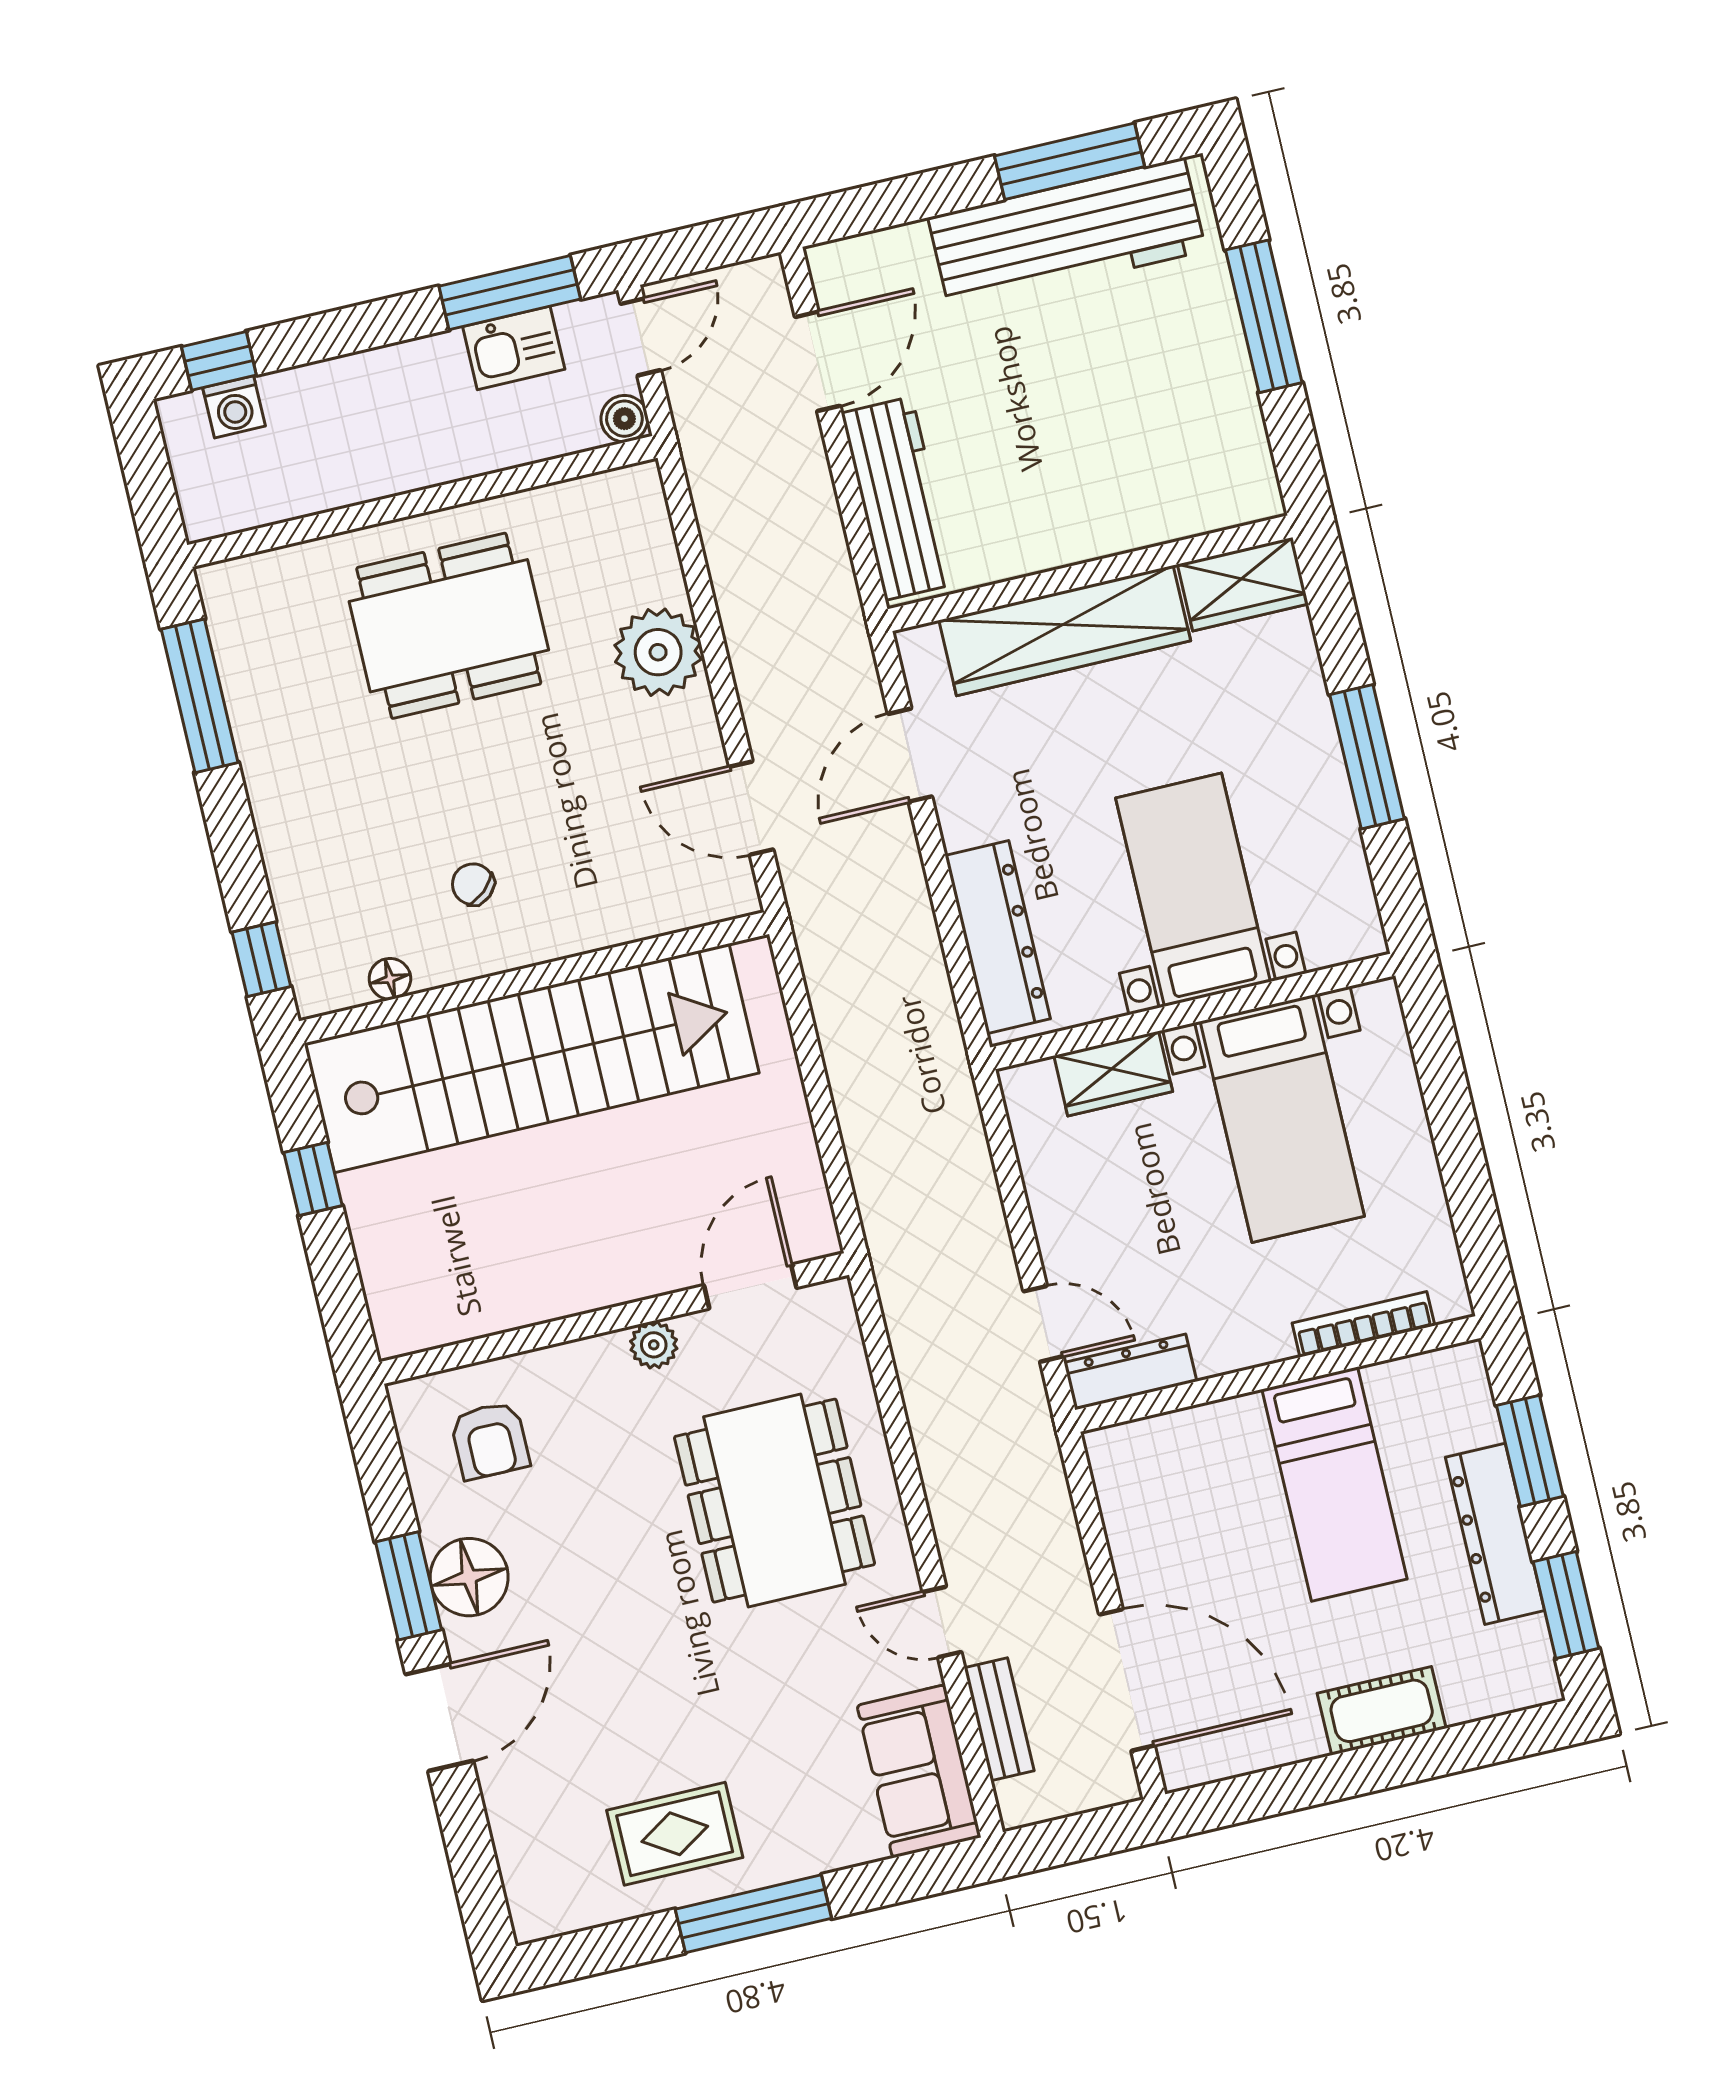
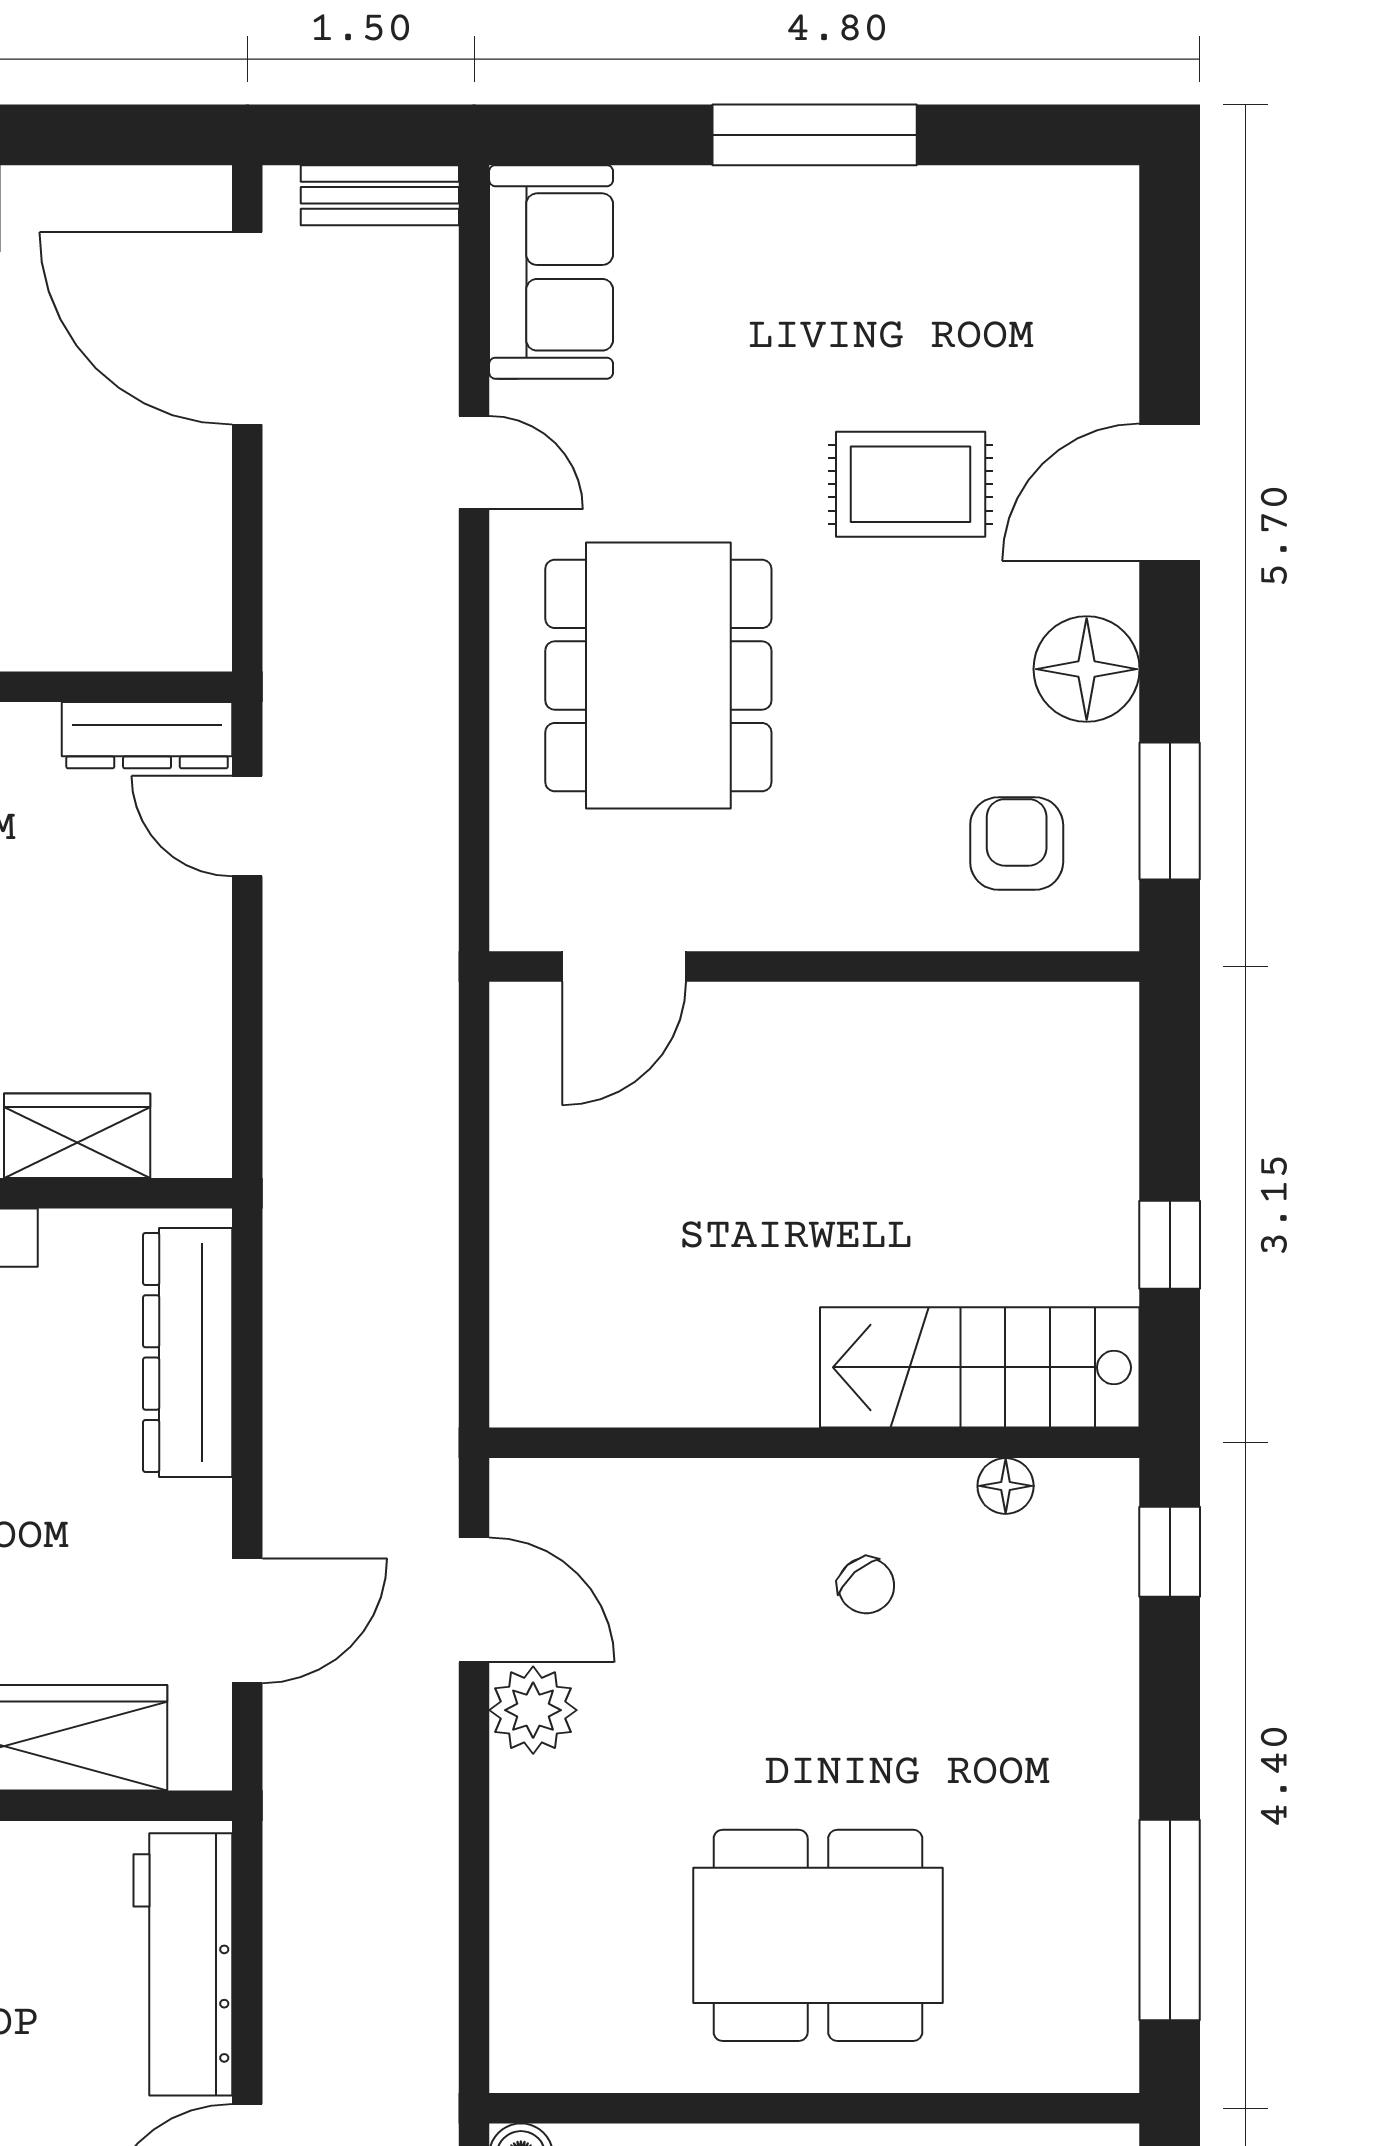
plant: (658, 652) -> (533, 1710), moved, width x0.73, depth x0.73
stairs: (532, 1058) -> (980, 1367), width x0.54, depth x0.66
plant: (654, 1345) -> (770, 919), removed
window: (408, 1586) -> (1170, 811), moved
bench: (999, 1719) -> (380, 195), moved, turned 90
rug: (675, 1834) -> (911, 484), moved

